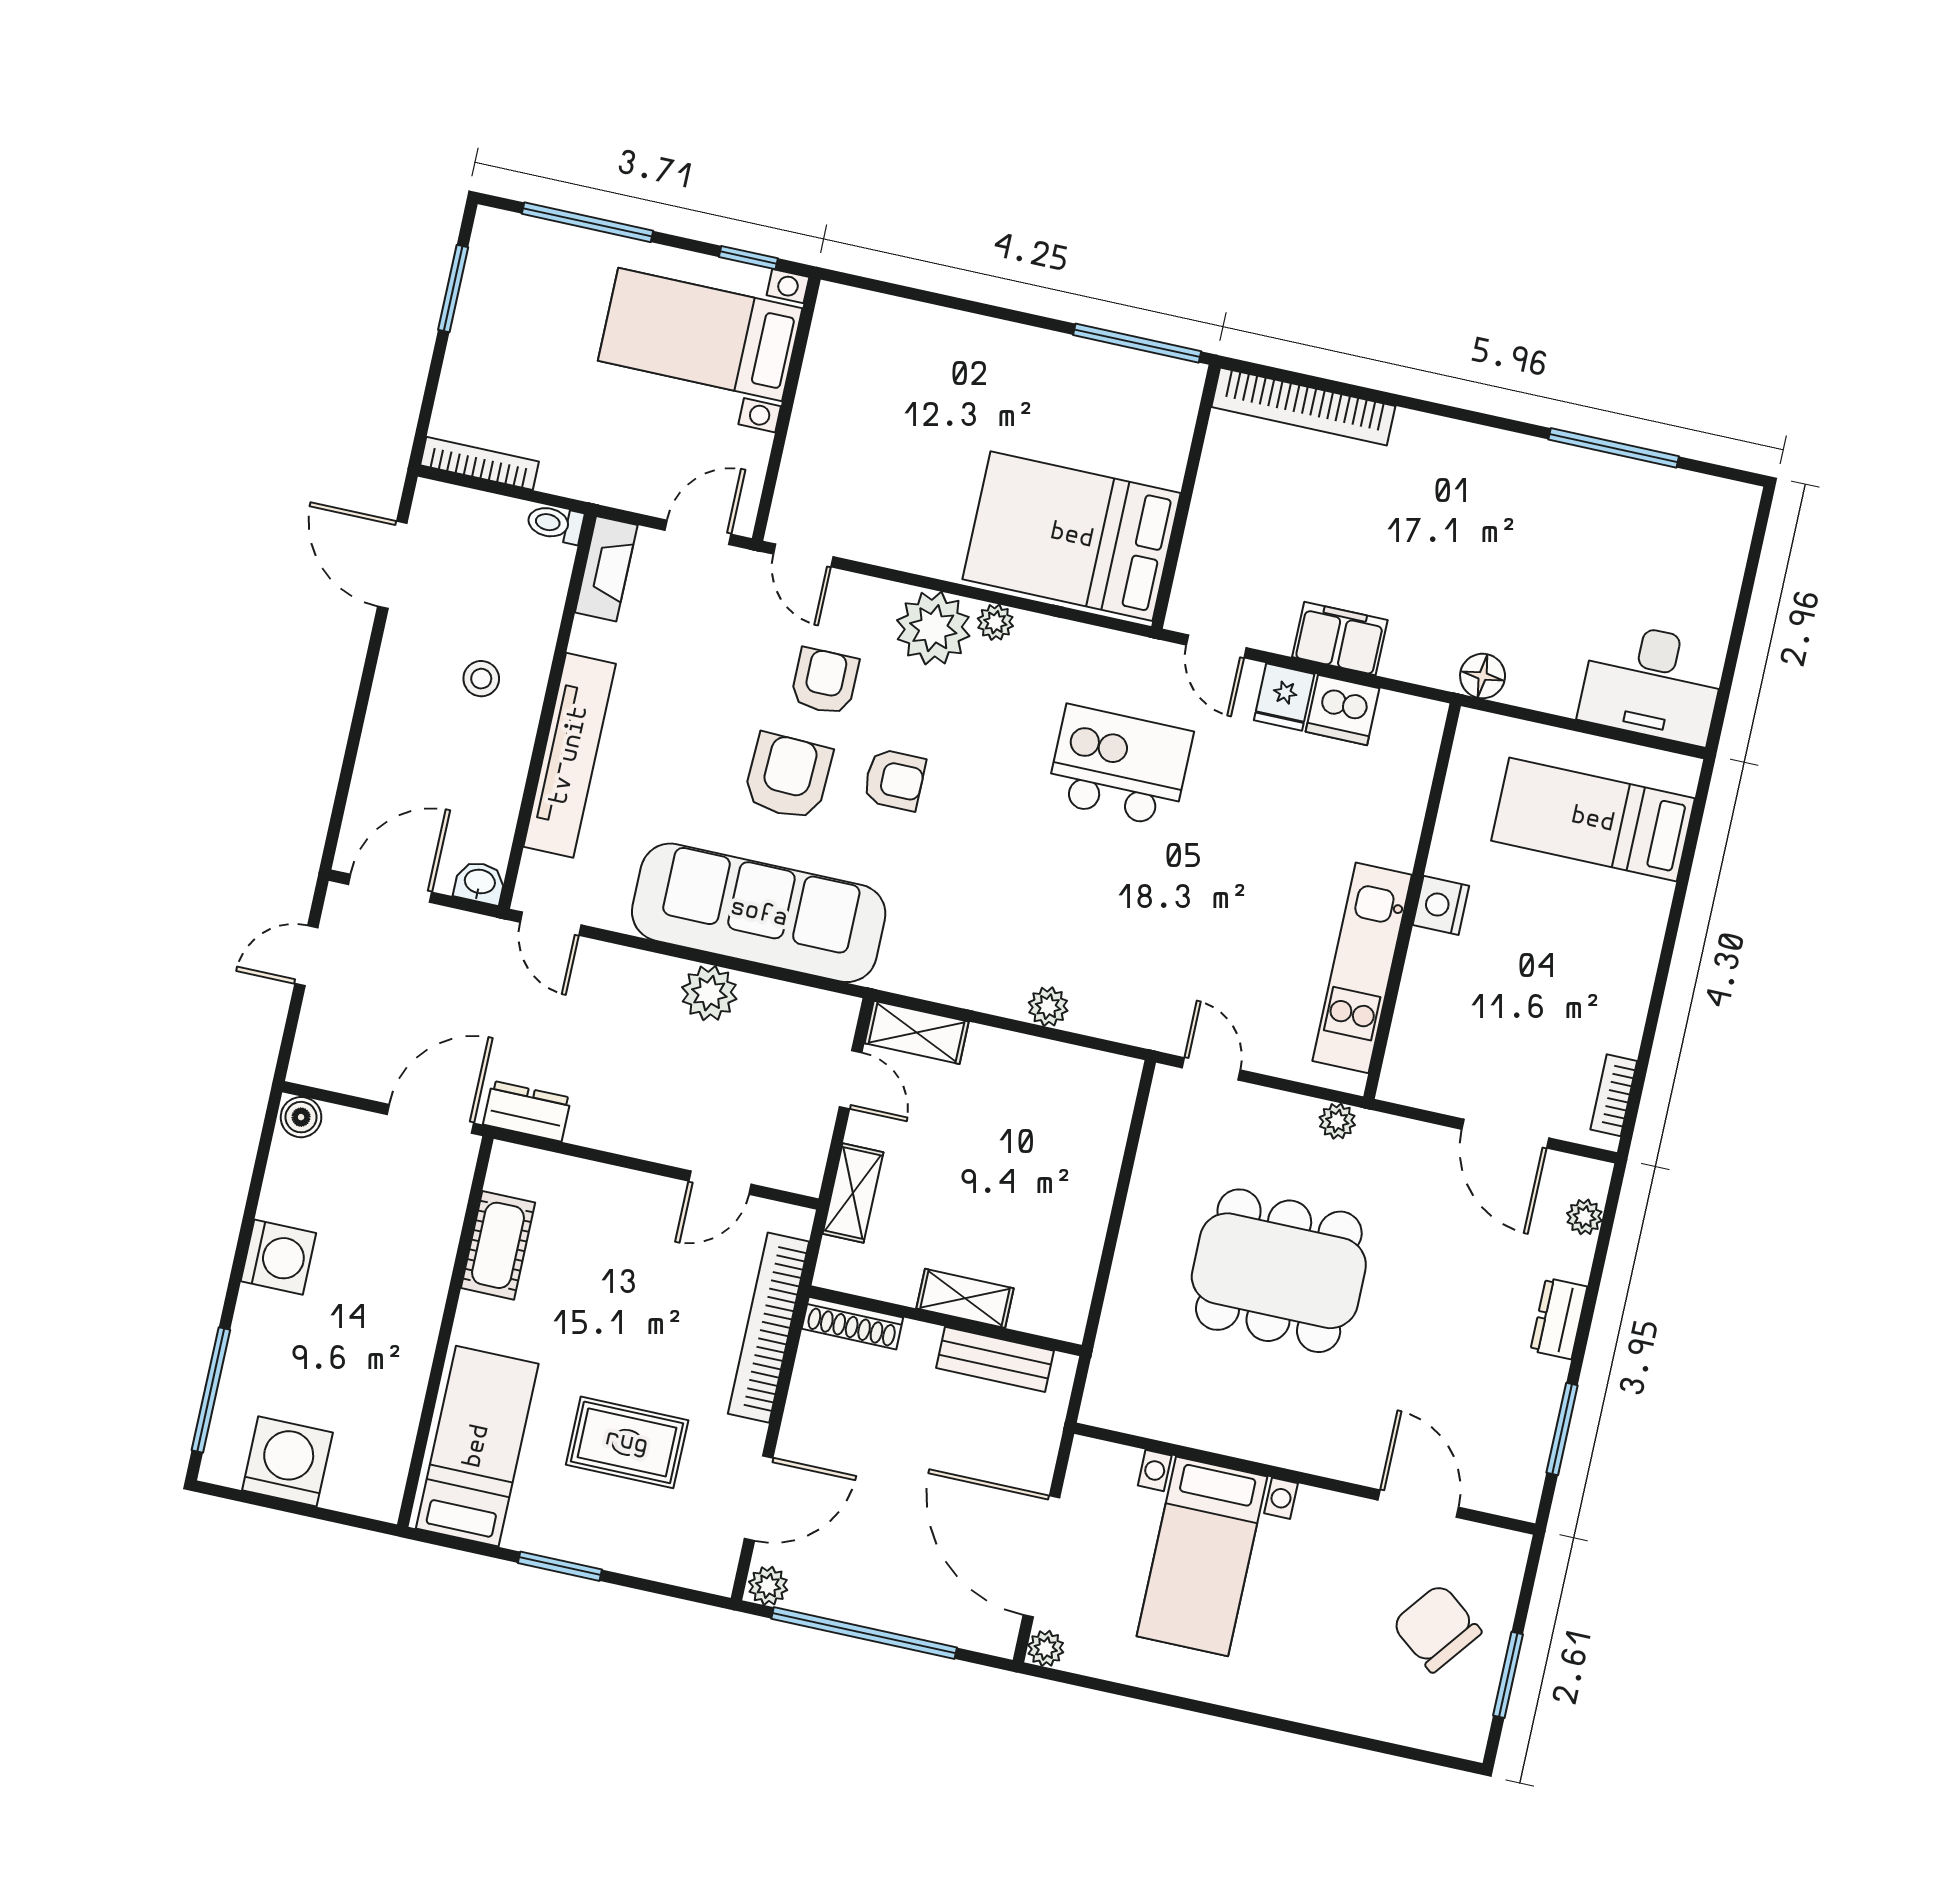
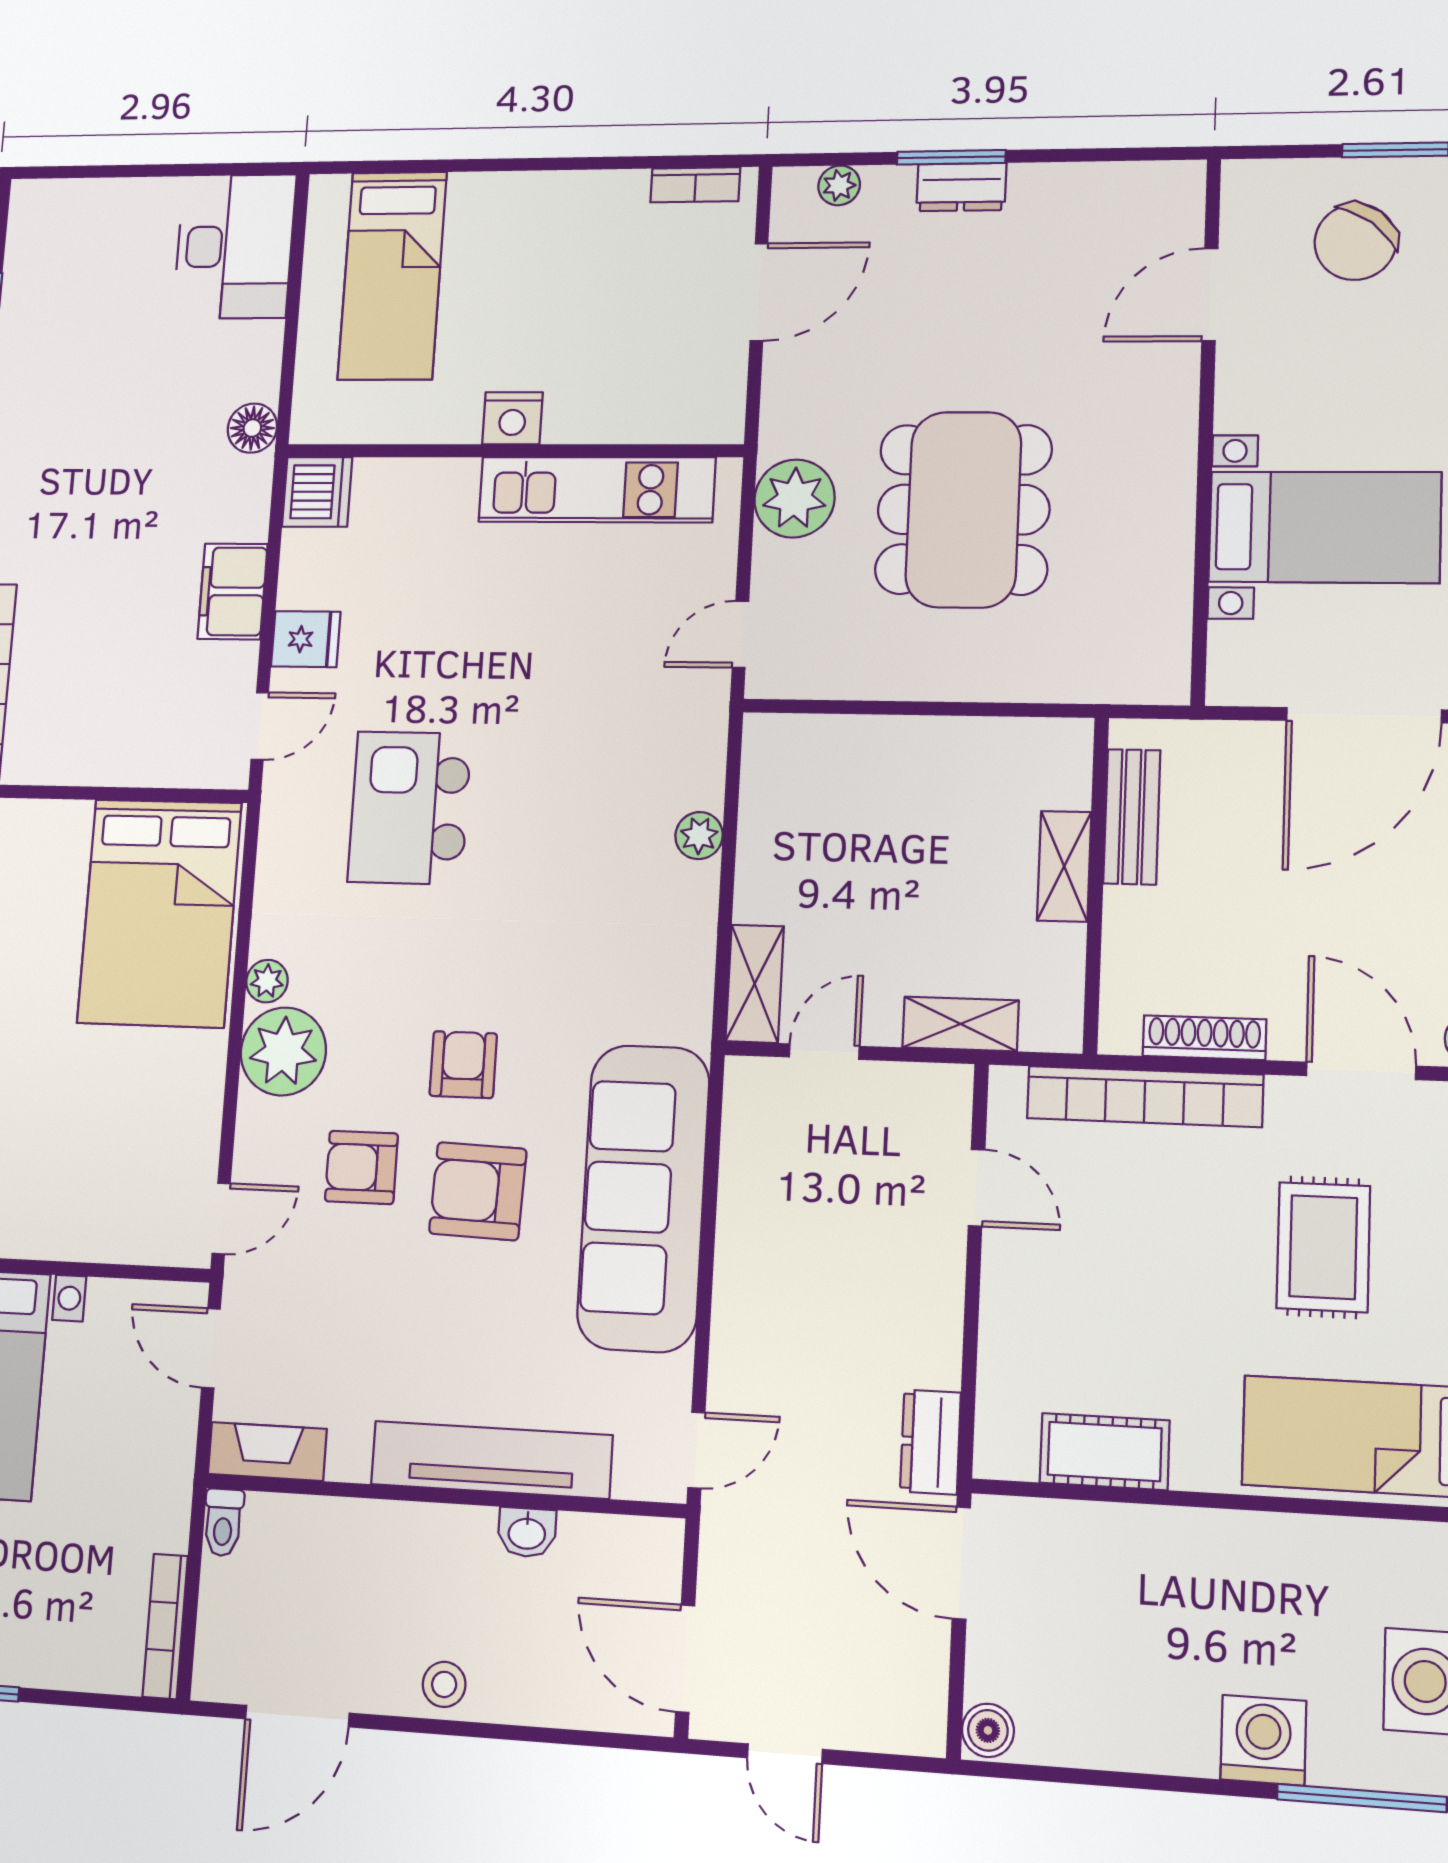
stool: (481, 679) -> (444, 1684), moved
dishwasher: (1343, 710) -> (317, 492), moved
washbasin: (480, 883) -> (527, 1532), moved, turned -90
plant: (709, 993) -> (749, 1241), removed
plant: (1337, 1121) -> (794, 499), width x1.87, depth x1.87
washing machine: (278, 1257) -> (1263, 1740), moved
shoe rack: (852, 1323) -> (1204, 1038), moved, turned -90
window: (1562, 1429) -> (951, 157), moved

